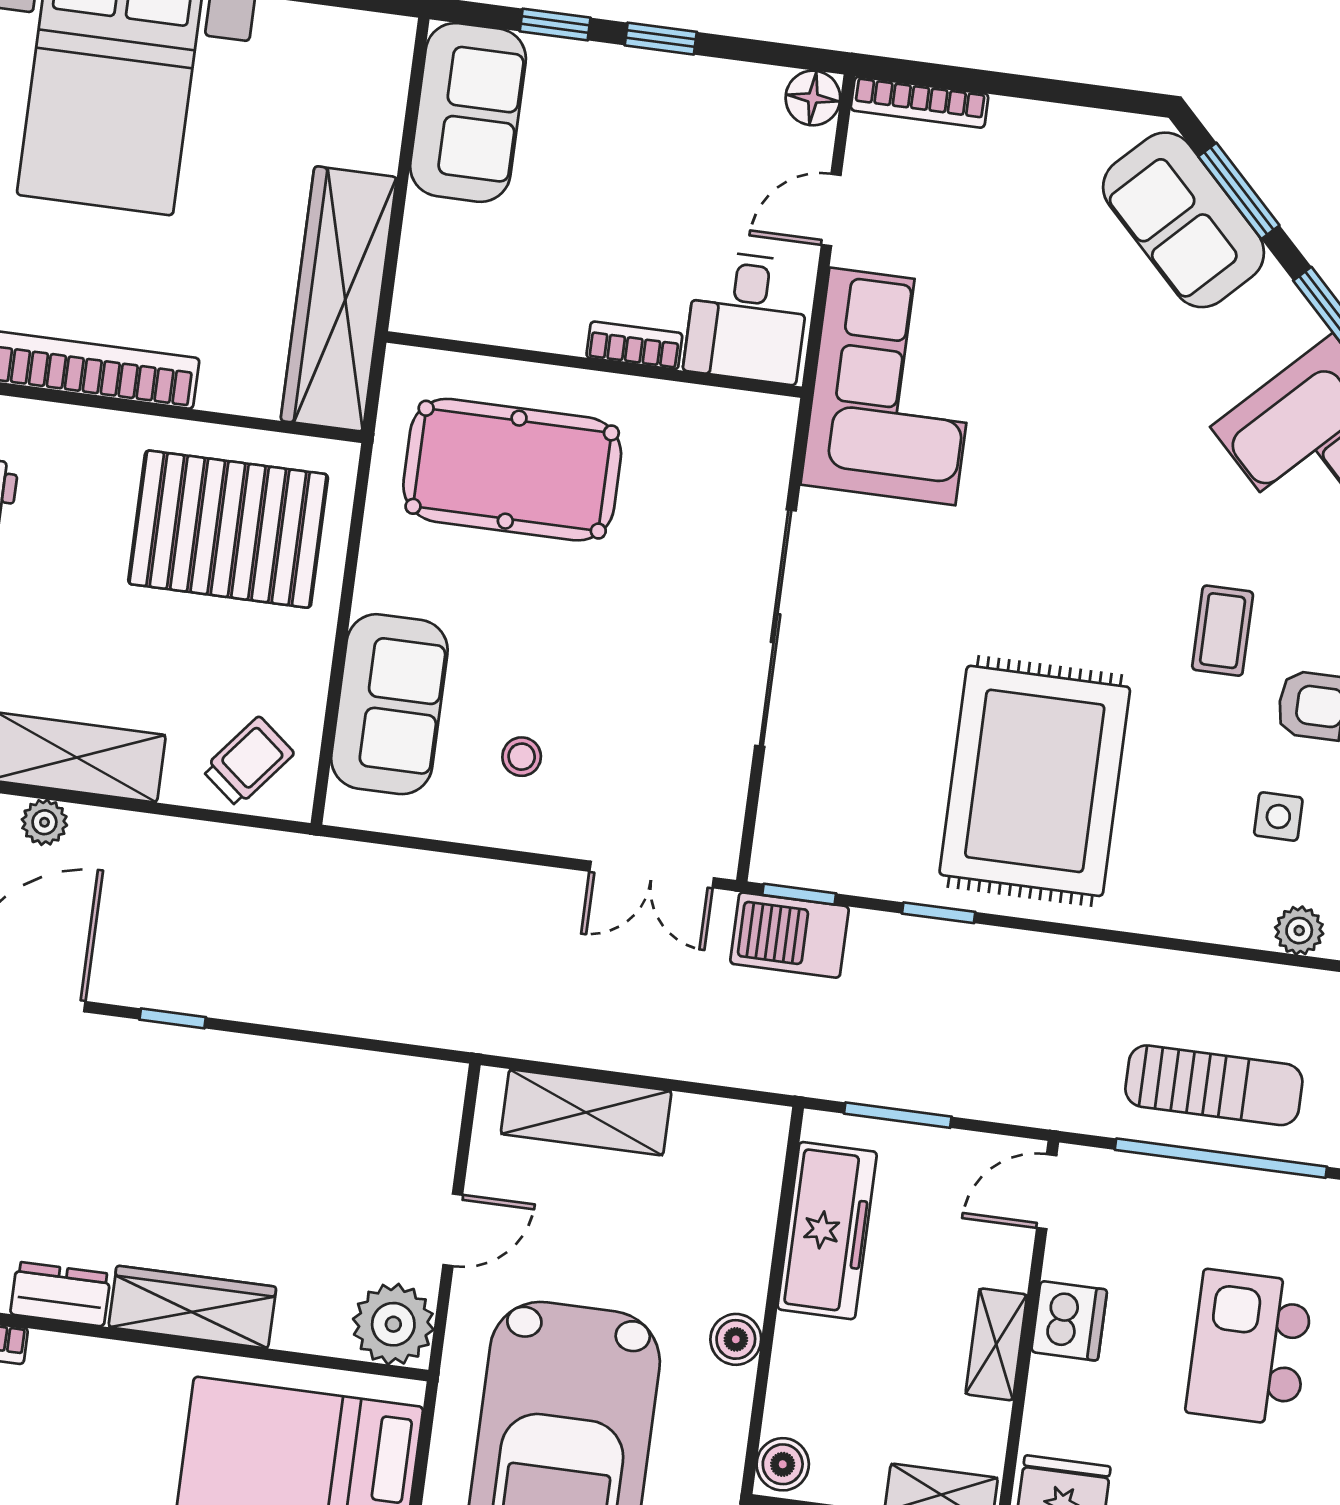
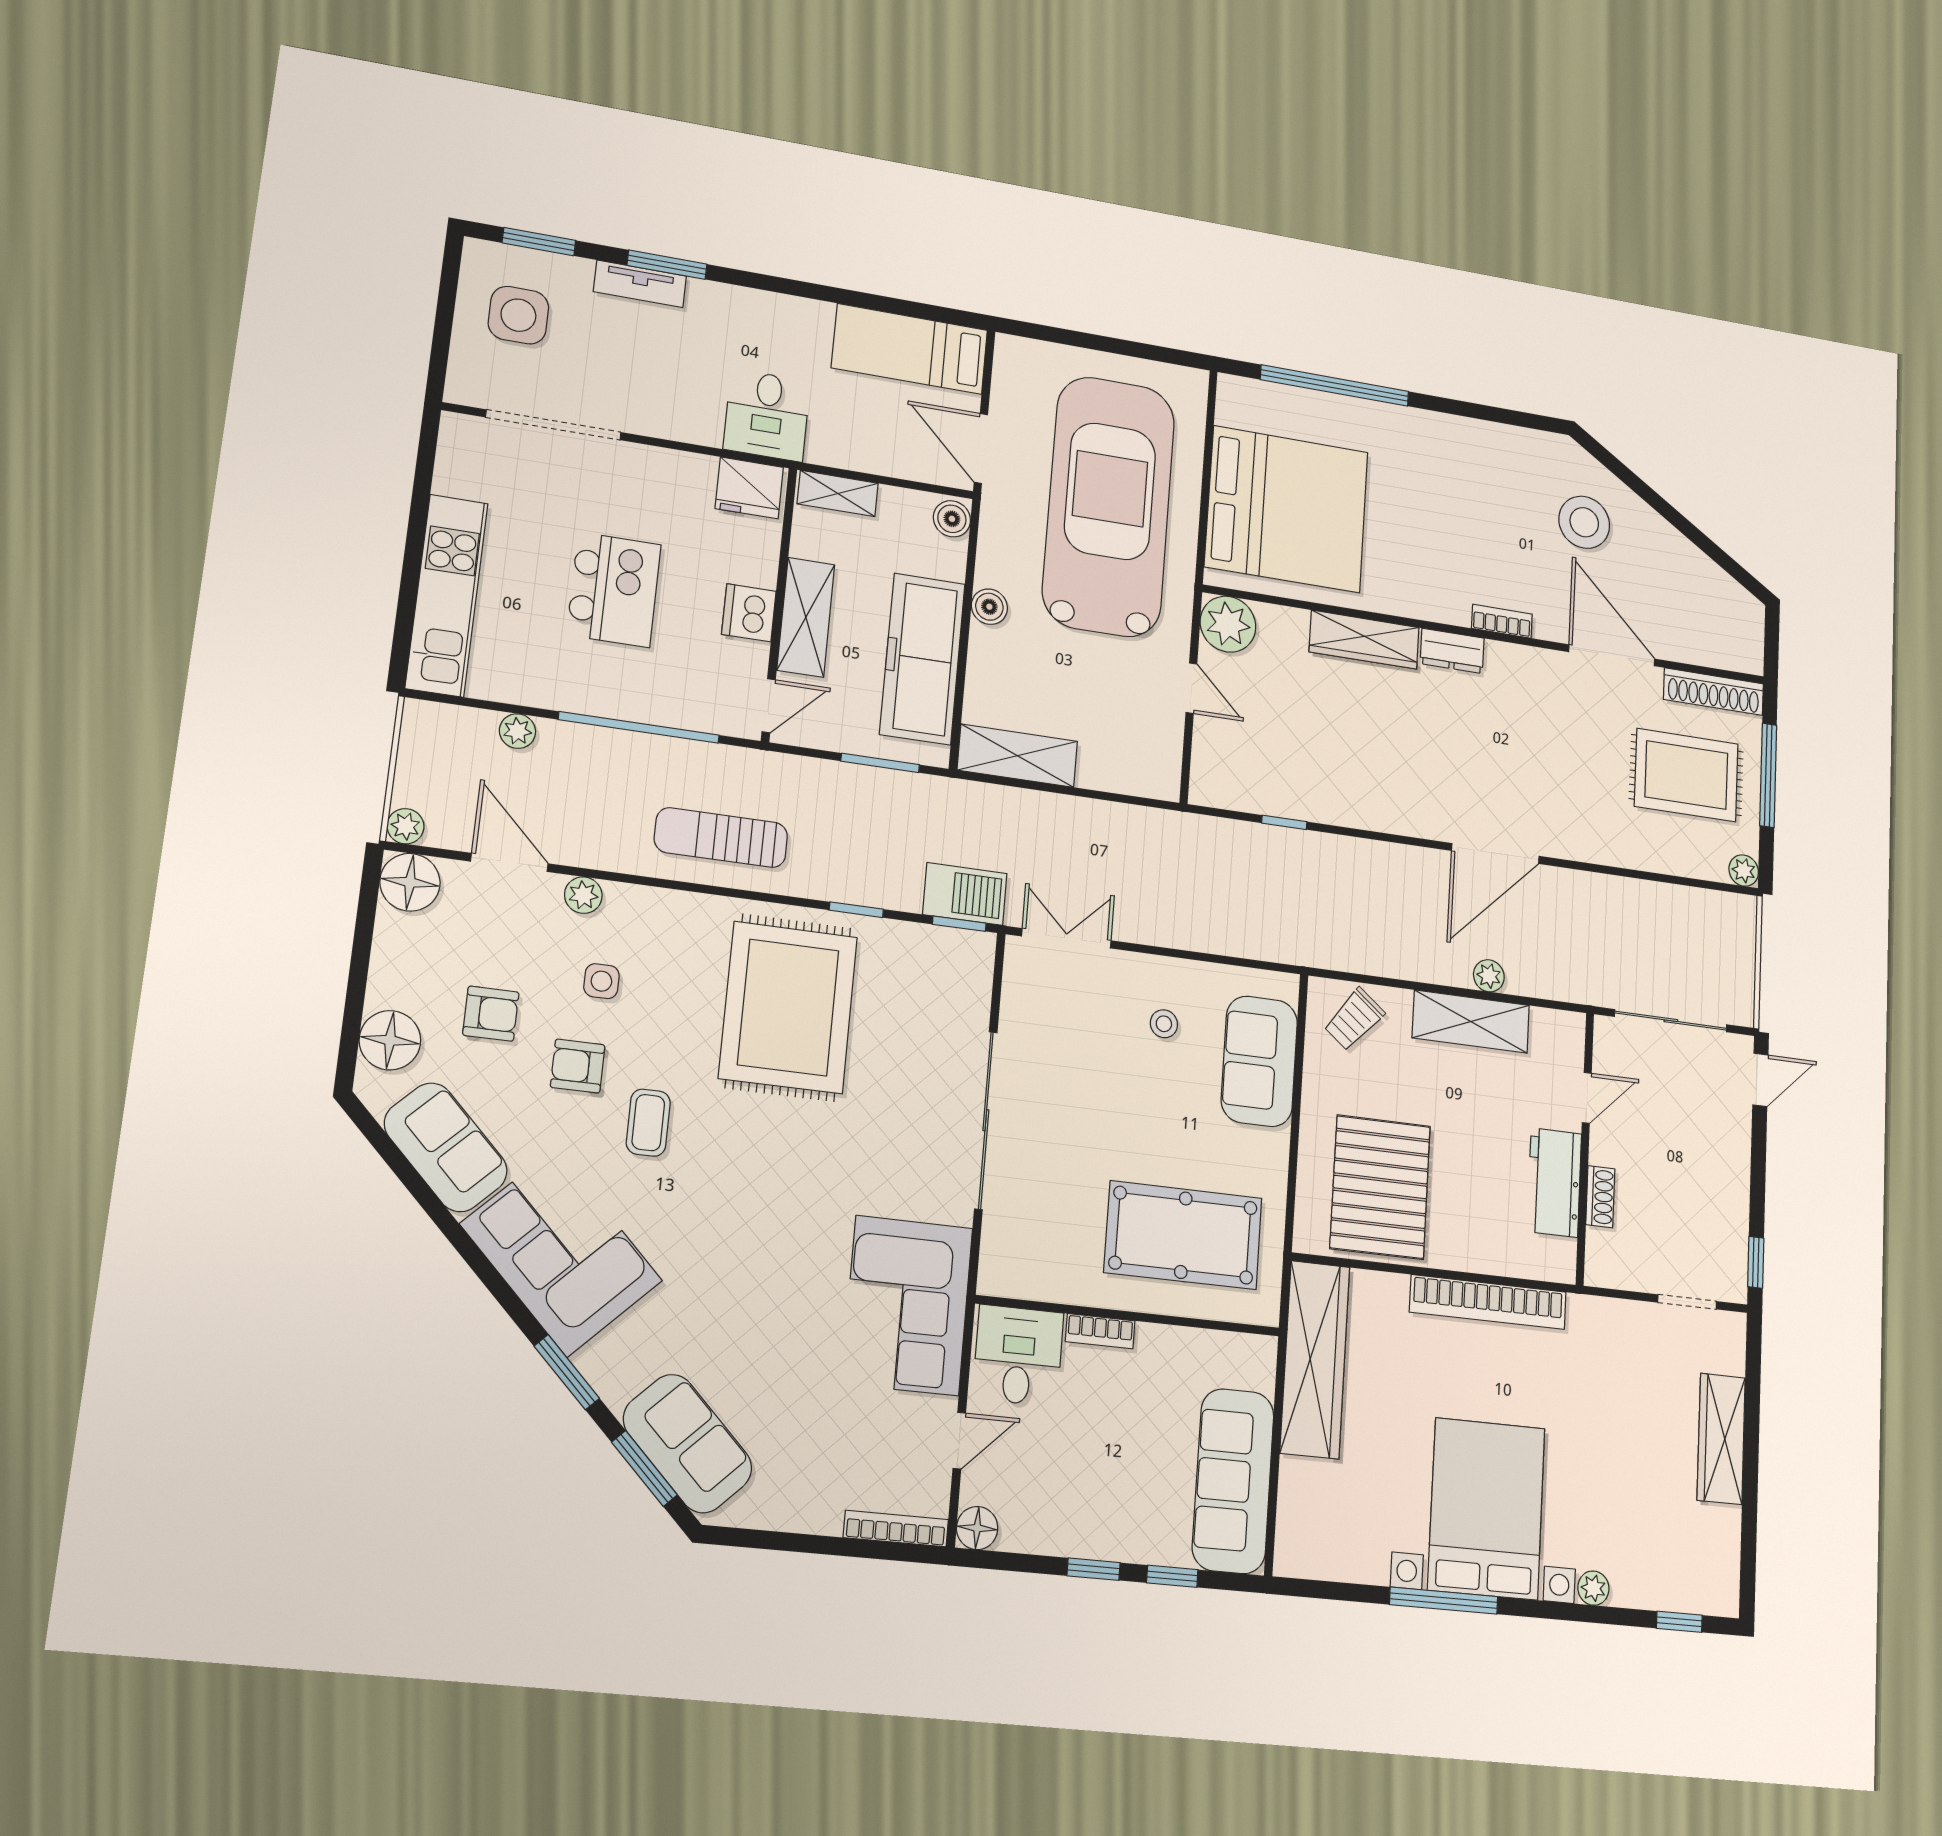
sofa: (468, 112) -> (1233, 1481), width x1.36
pallet: (228, 529) -> (1380, 1187), turned 90
window: (173, 1018) -> (1284, 822), moved
sun lounger: (1214, 1085) -> (721, 838), moved
shelving: (586, 1112) -> (1017, 756), moved
door: (453, 1230) -> (1191, 688), swing flipped
freezer: (827, 1231) -> (922, 659), width x1.36, depth x1.26
shelving: (996, 1344) -> (806, 617), width x1.50, depth x1.33

